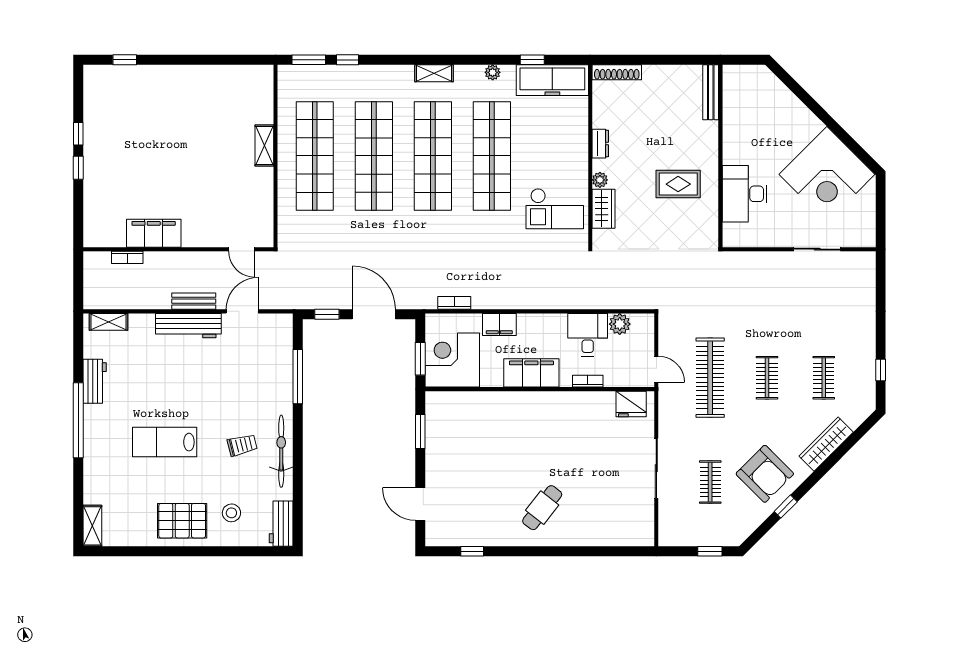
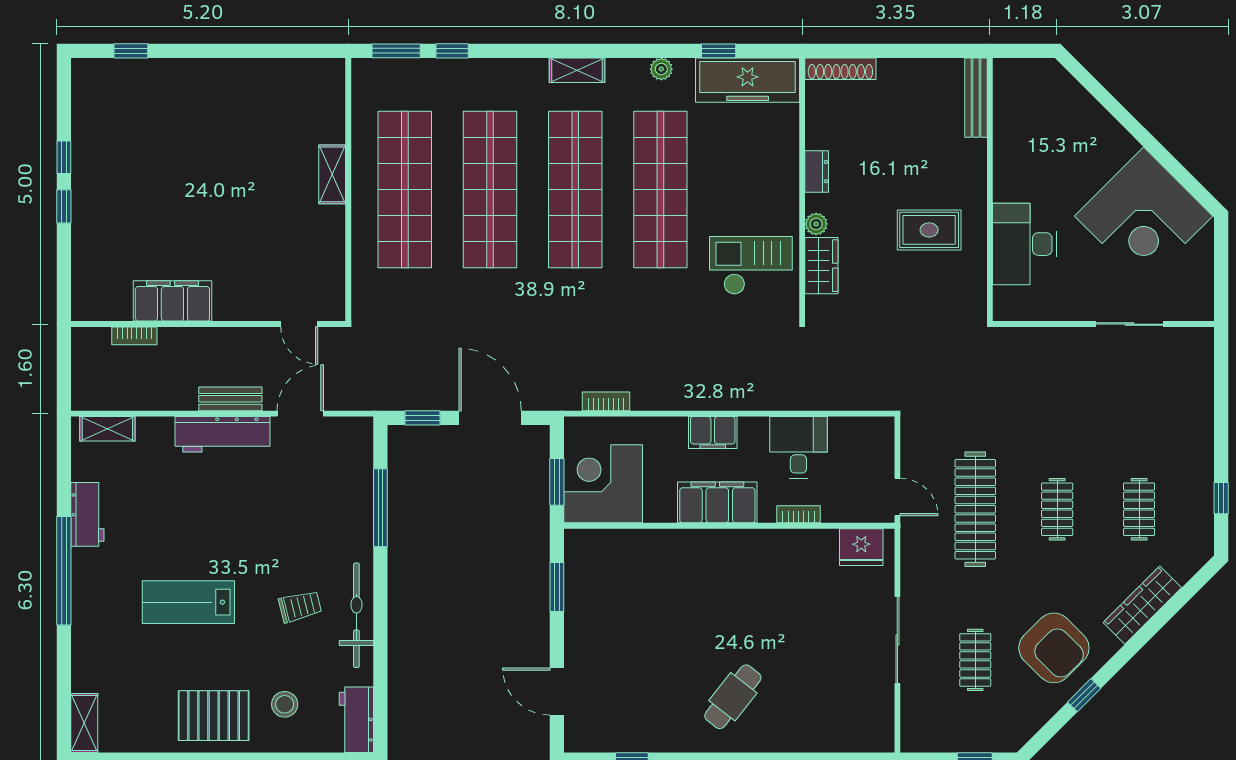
checkout: (555, 209) -> (751, 265), turned 180
filing cabinet: (499, 324) -> (713, 432), moved
plant: (620, 324) -> (845, 432), removed

